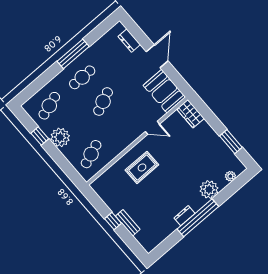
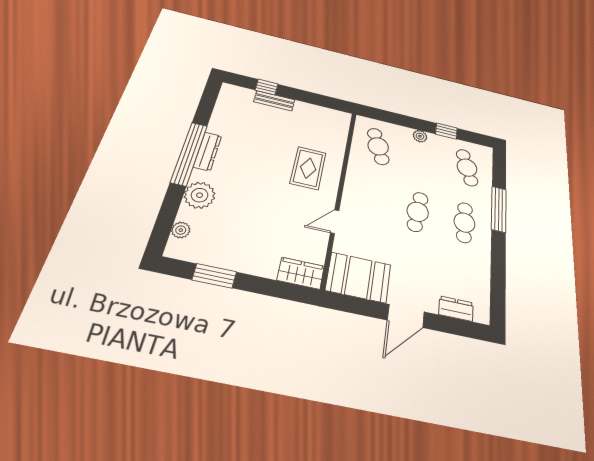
window: (73, 54) -> (499, 209), moved
door: (157, 56) -> (406, 316), hinge flipped
cafe table: (103, 102) -> (418, 212), turned 30
plant: (60, 137) -> (420, 136), width x0.53, depth x0.53
dresser: (184, 216) -> (208, 151), width x1.44
window: (113, 221) -> (267, 87), moved

